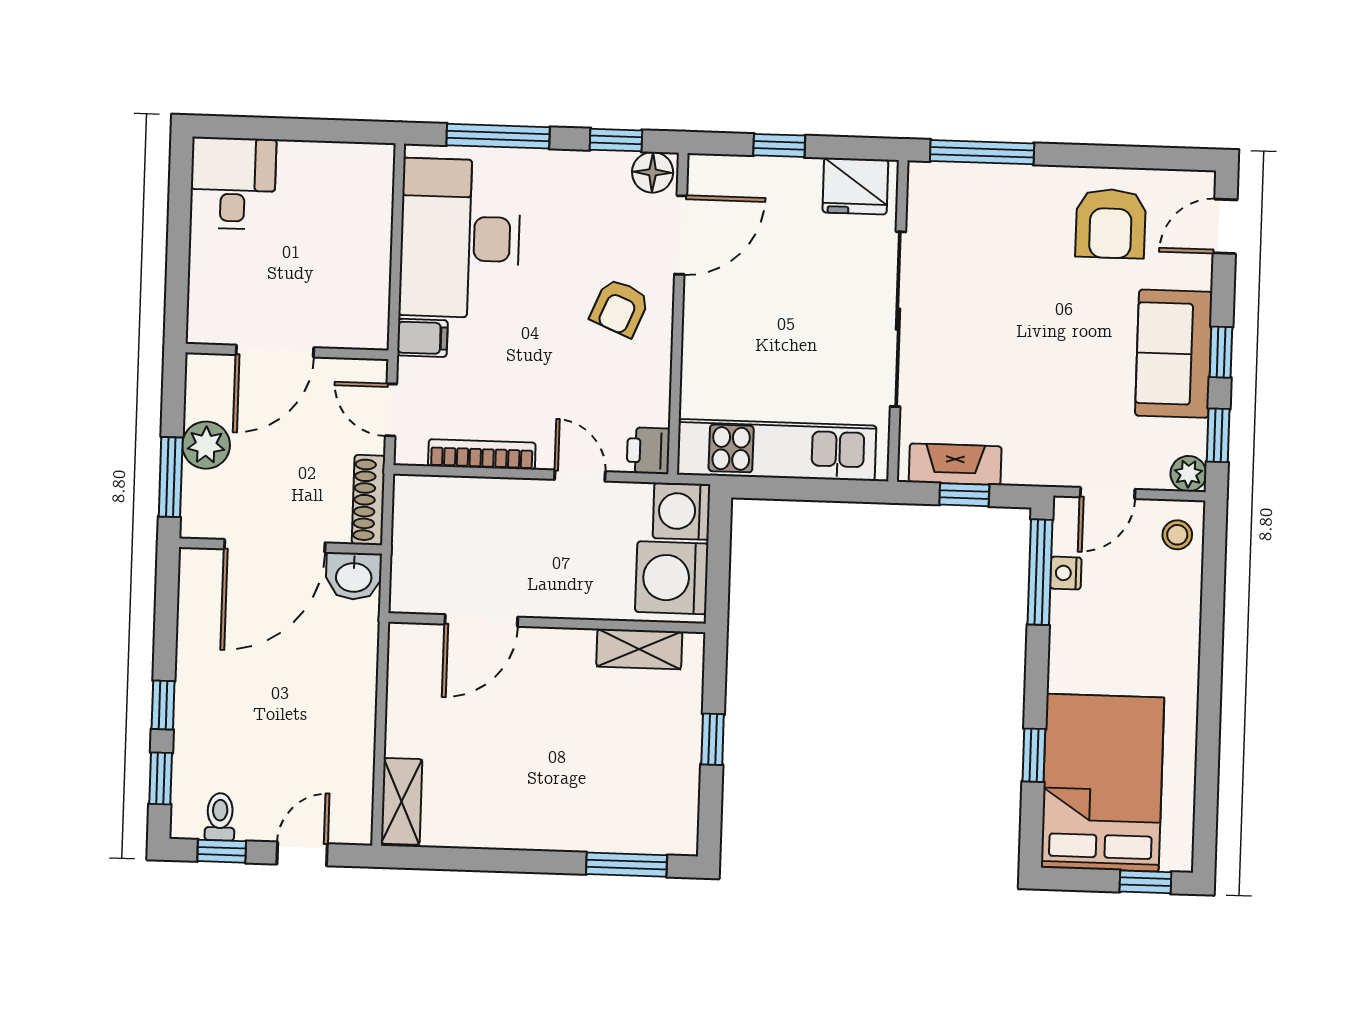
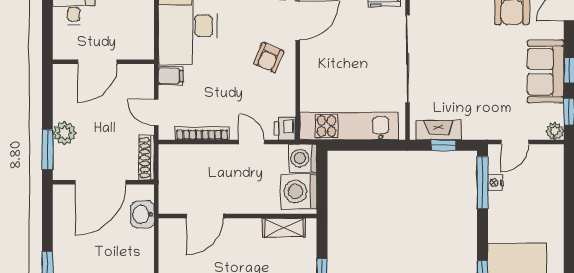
door: (275, 351) -> (97, 62), moved
wall: (287, 351) -> (103, 62), moved
stool: (1177, 535) -> (550, 162), removed
washbasin: (354, 576) -> (142, 214), moved, turned 90

